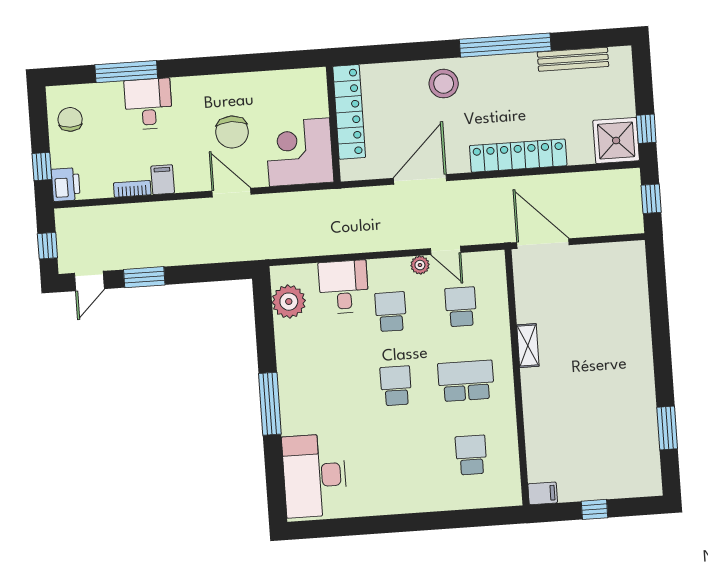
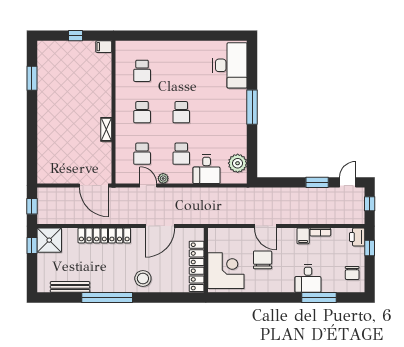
corner desk: (299, 152) -> (226, 271), moved, turned -90
school desk: (466, 381) -> (142, 112), width x0.54

